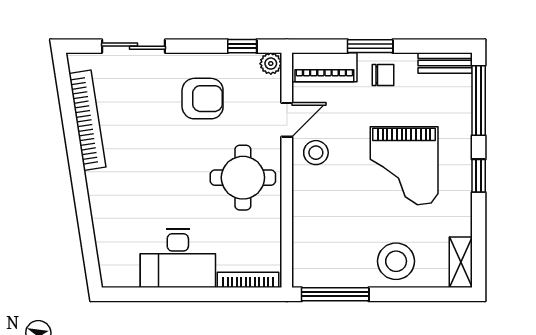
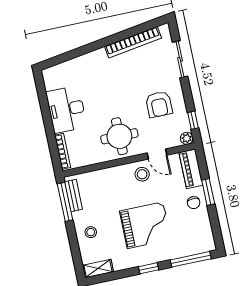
bench: (445, 63) -> (73, 196), moved
grand piano: (404, 166) -> (145, 225), turned 180
stool: (396, 261) -> (91, 232), width x0.53, depth x0.53

